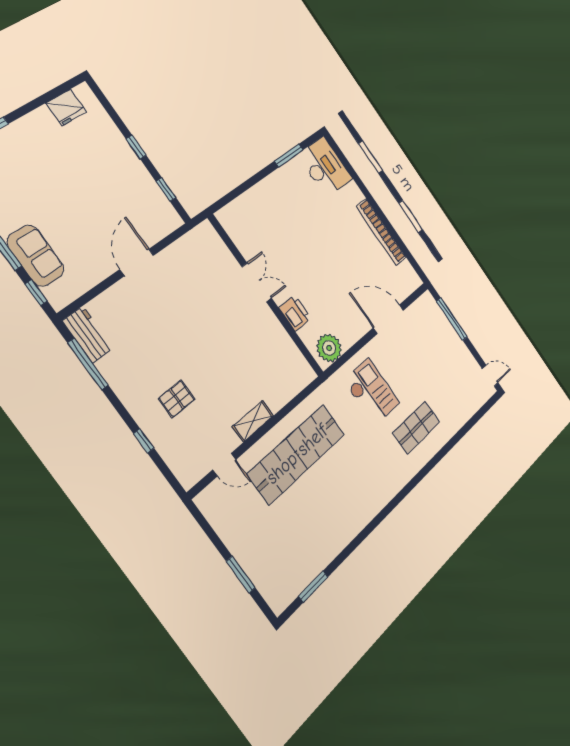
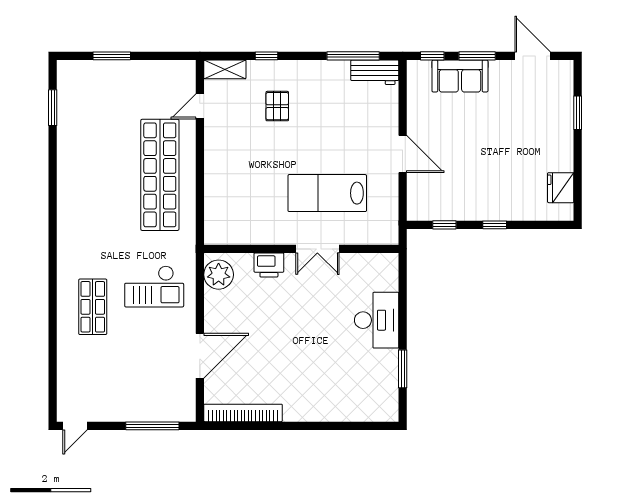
desk: (325, 167) -> (377, 320), moved, turned -90
bookcase: (381, 232) -> (243, 413), moved
lab bench: (212, 305) -> (327, 193), added
shelving: (253, 421) -> (225, 69), moved, turned 90

